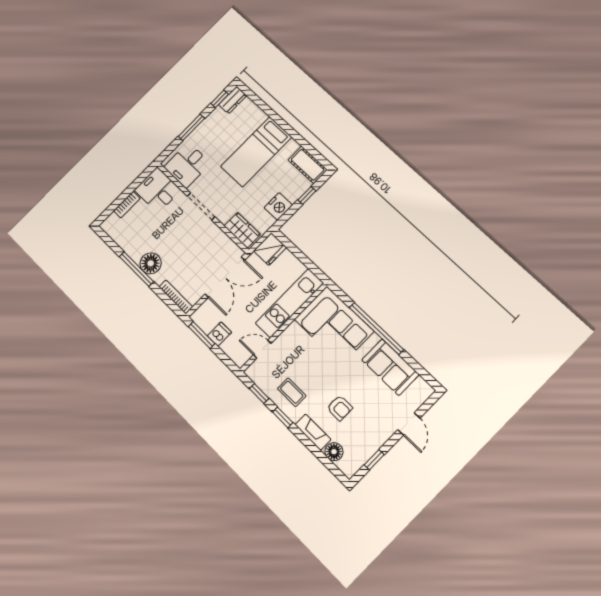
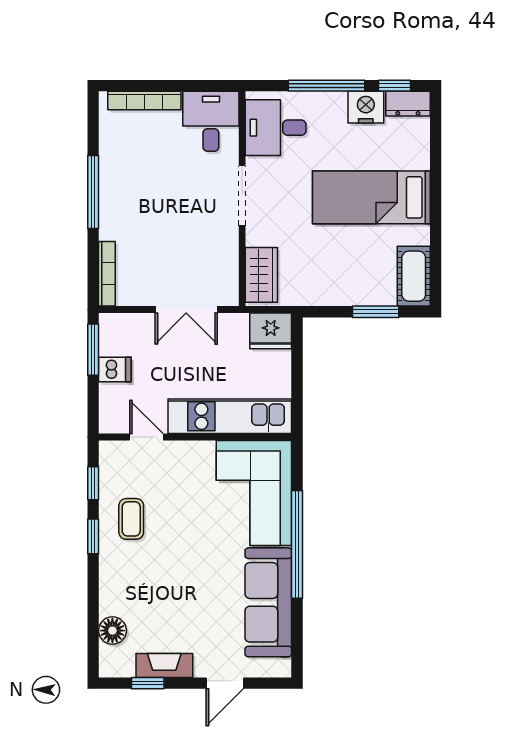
window: (191, 127) -> (327, 86), width x1.44
window: (307, 195) -> (376, 312), width x1.50
bookcase: (127, 205) -> (144, 101), width x1.56
nightstand: (278, 206) -> (366, 107), moved, turned 180
floor lamp: (151, 263) -> (116, 203), removed
double door: (225, 277) -> (186, 310), width x0.73
sofa: (390, 367) -> (268, 602), width x1.36
armchair: (340, 408) -> (167, 590), removed
fireplace: (313, 432) -> (164, 665), moved, turned -90

